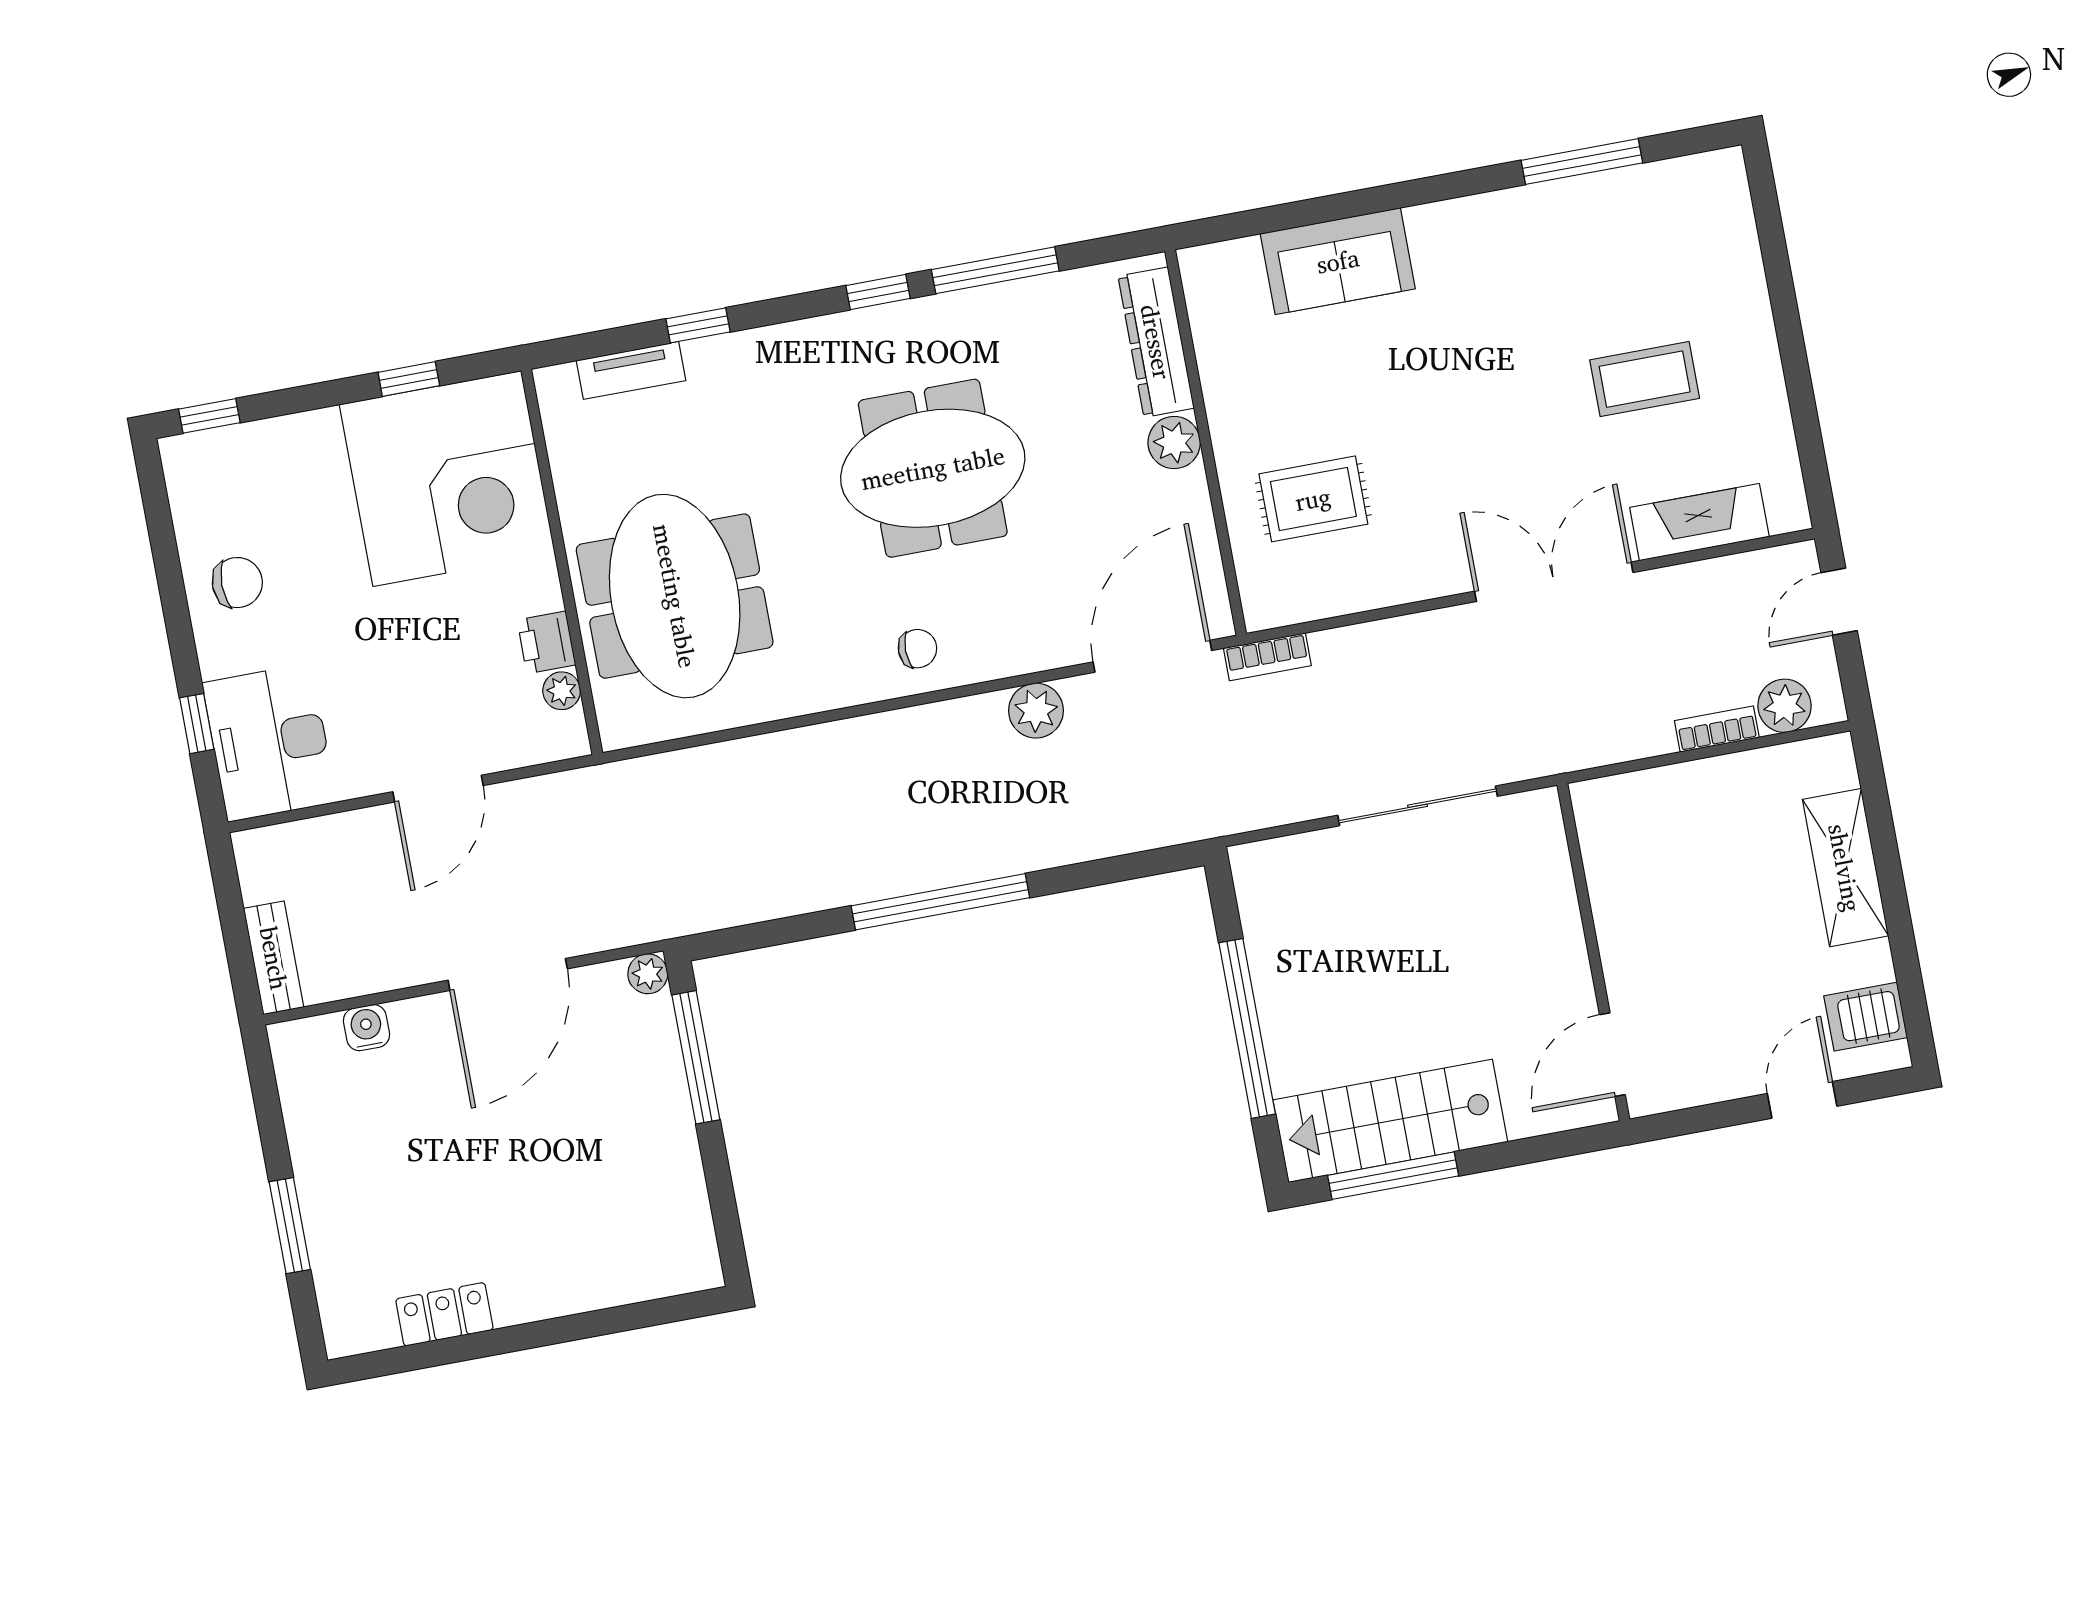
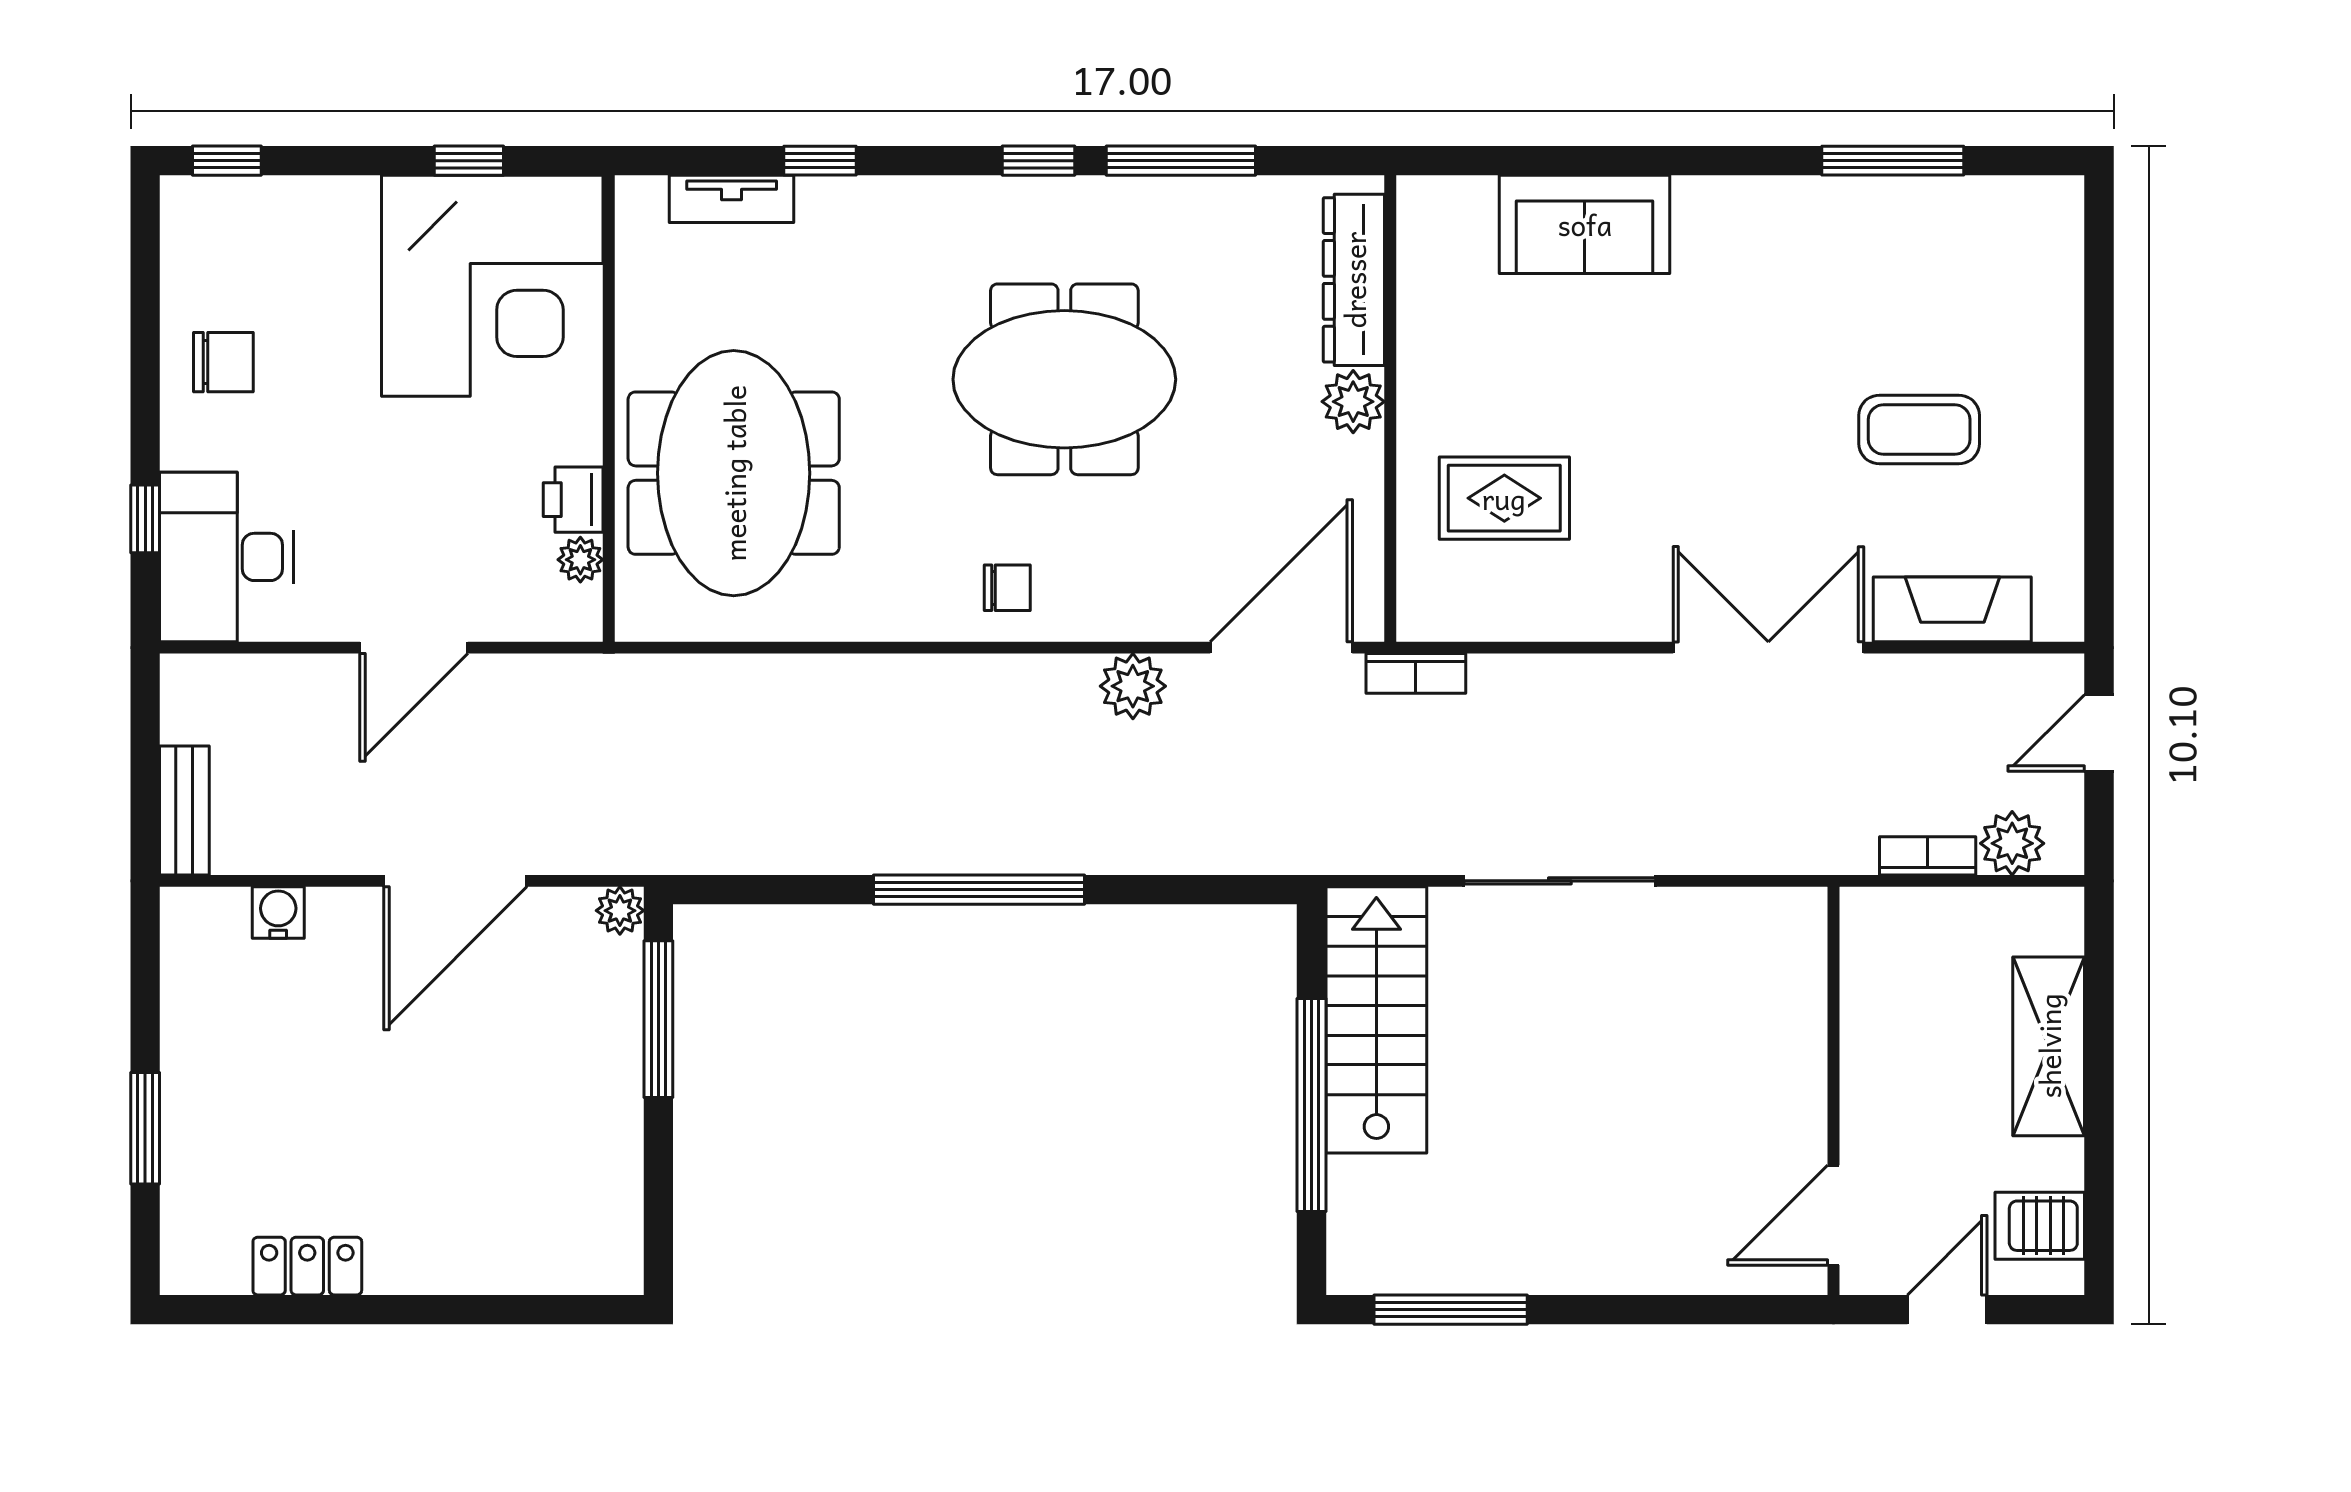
wall: (1593, 952) -> (1834, 1091), moved
door: (1612, 1055) -> (1834, 1215), moved
stairs: (1390, 1121) -> (1376, 1020), moved, turned 90

